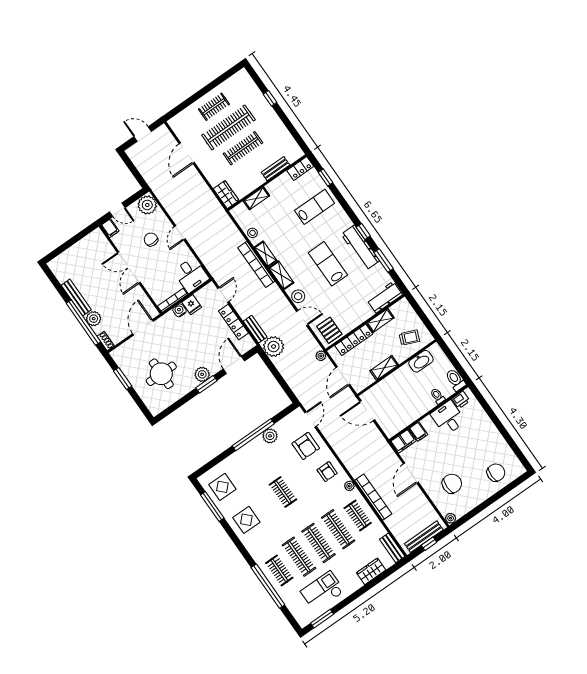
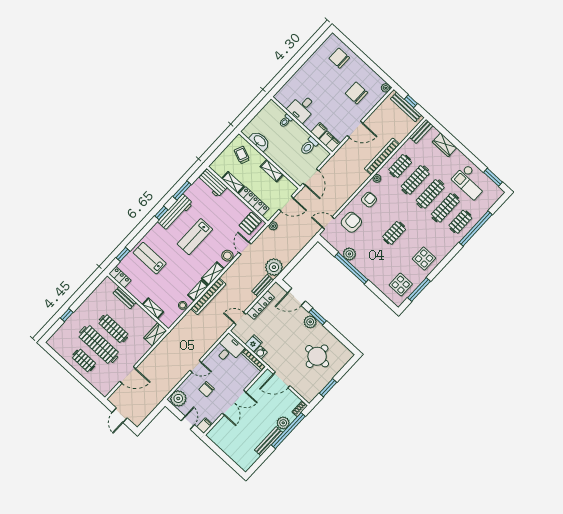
toilet: (455, 380) -> (309, 146), moved
printer: (461, 400) -> (285, 101), removed

